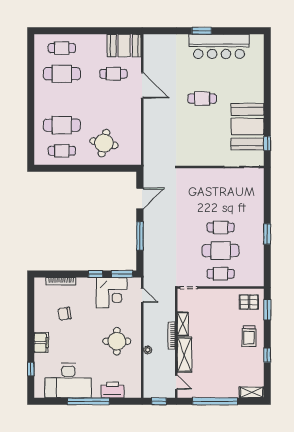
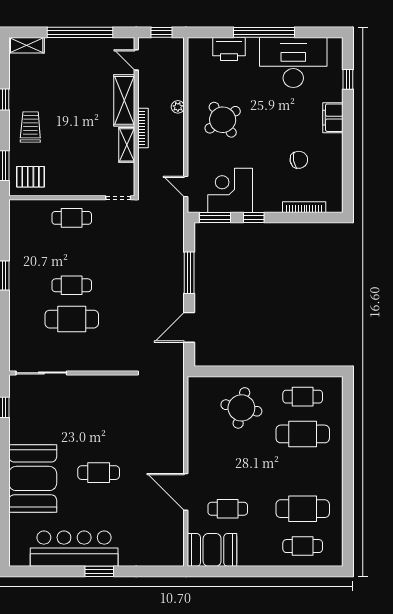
booth: (247, 127) -> (33, 478), moved
cafe table: (221, 251) -> (72, 319), moved
round table: (117, 341) -> (223, 120), turned -34

